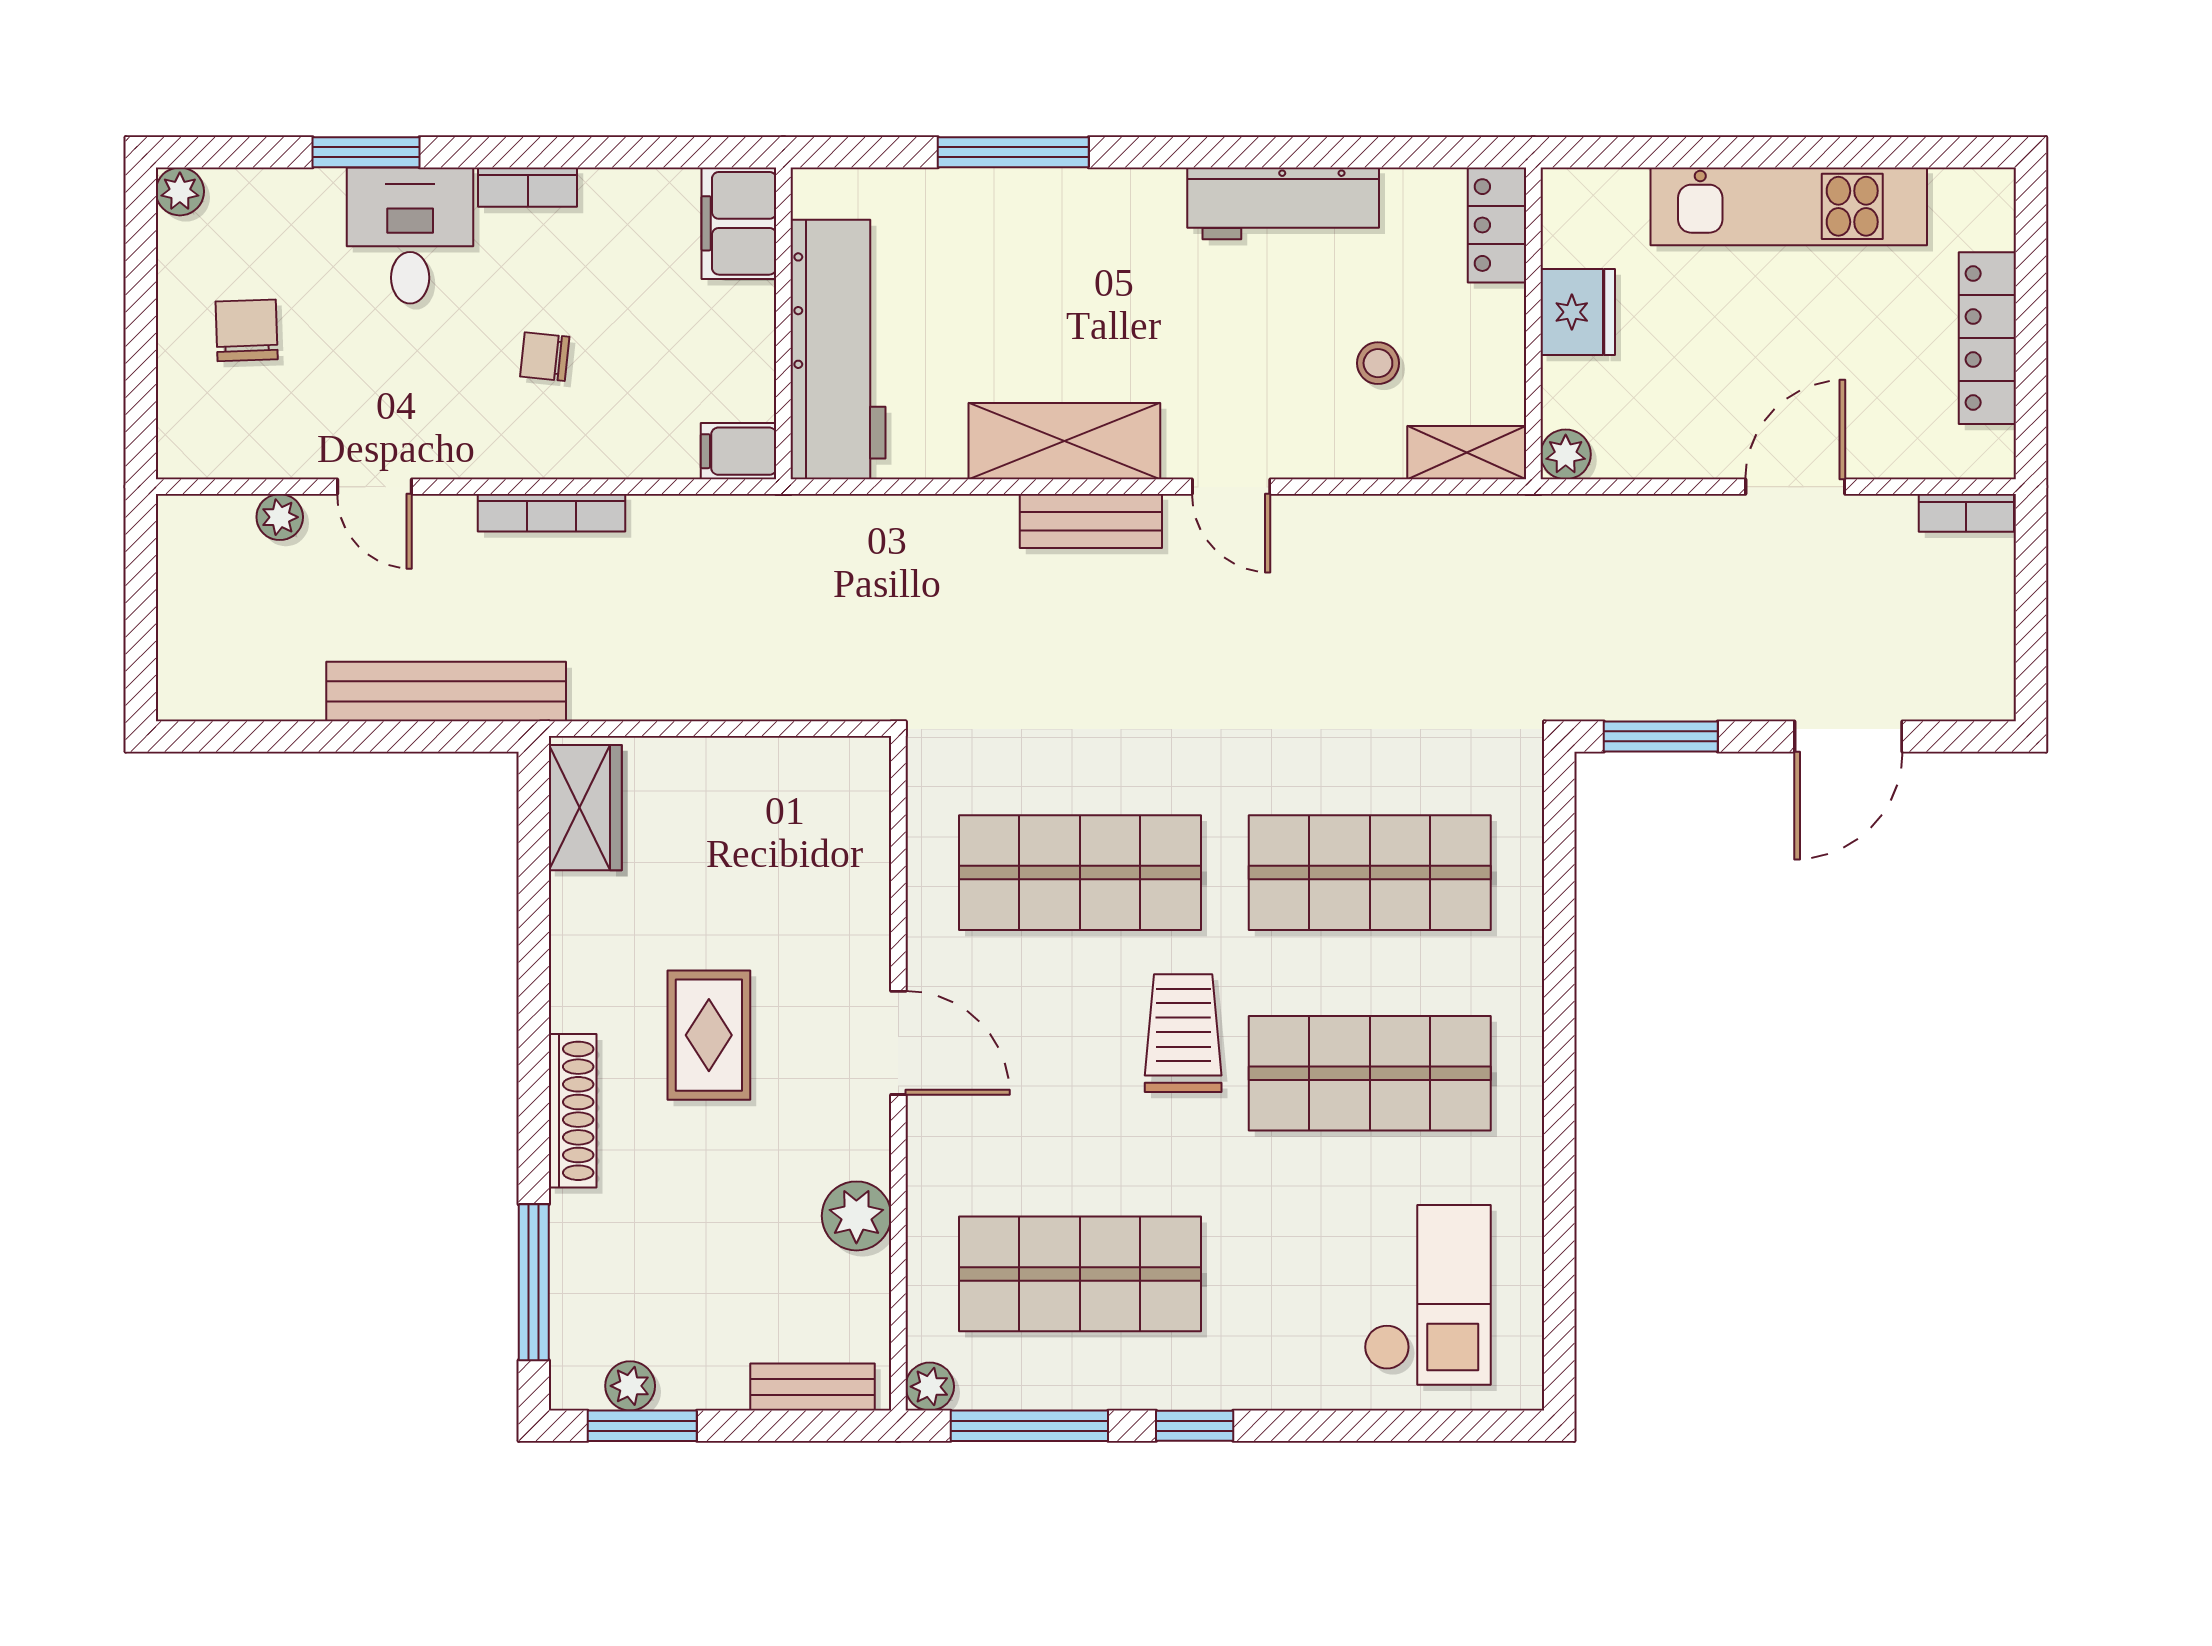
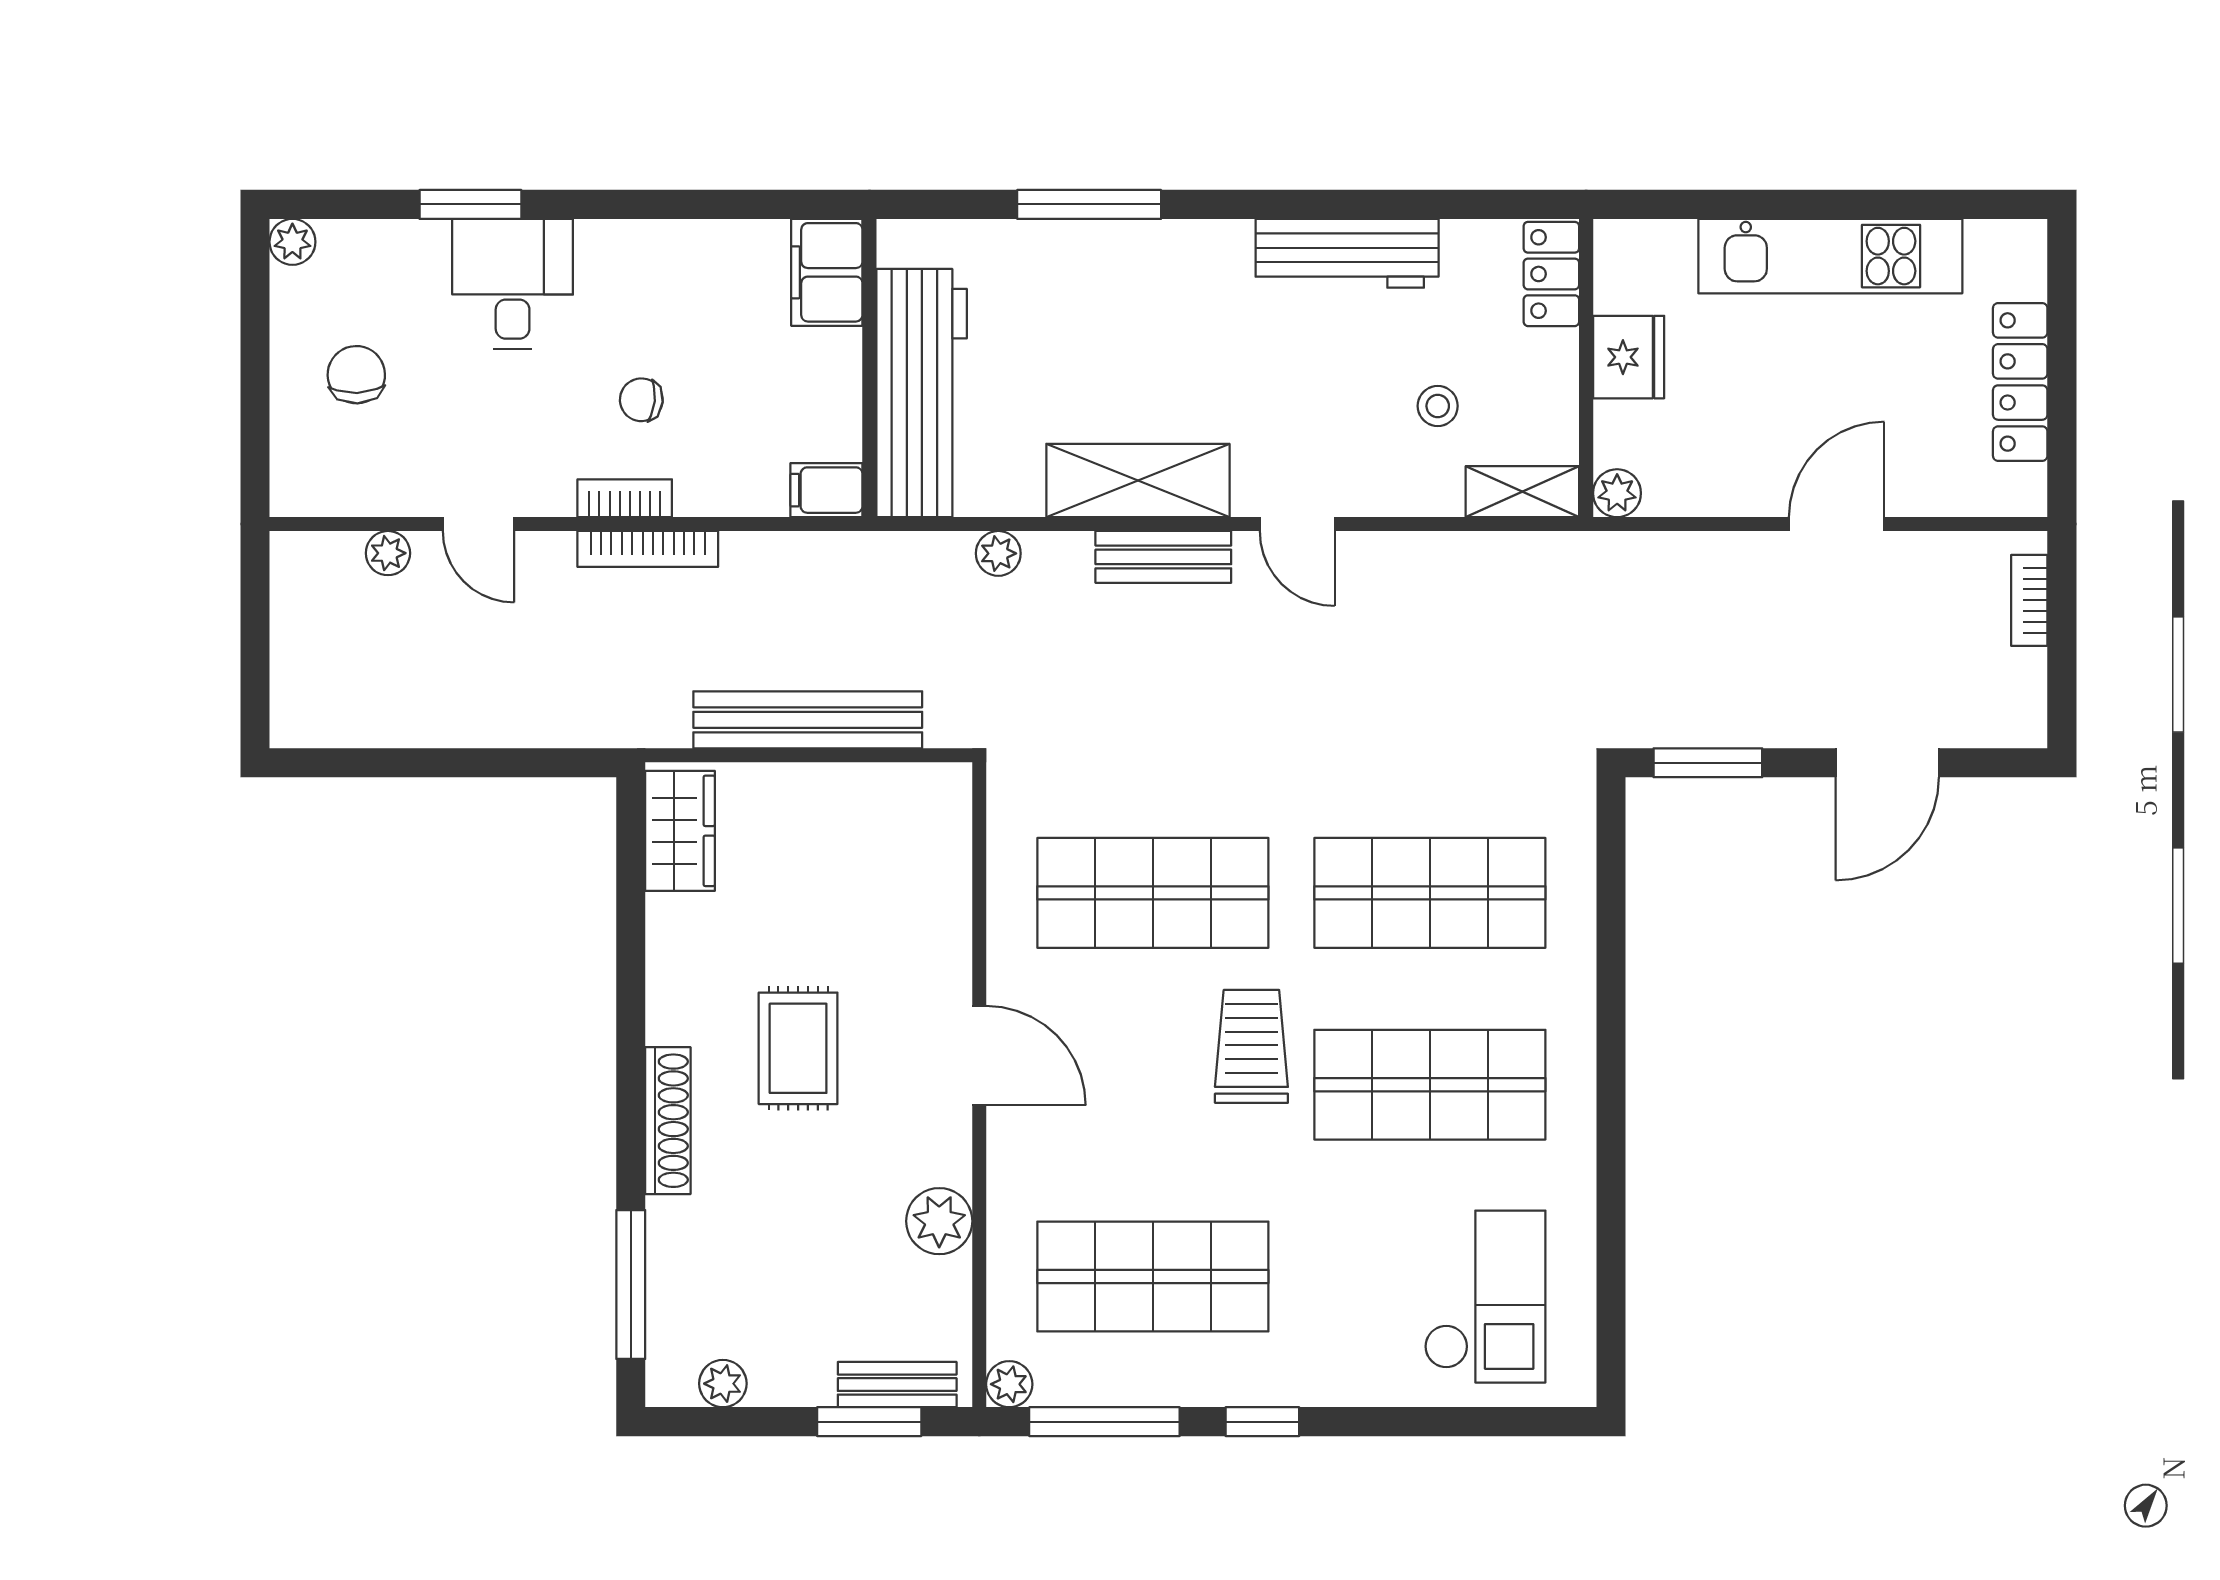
bookcase: (528, 187) -> (625, 498), moved, turned 180
bookcase: (1966, 513) -> (2029, 600), moved, turned 90
plant: (918, 517) -> (998, 553), added
bench: (446, 692) -> (808, 720), moved
window: (642, 1426) -> (869, 1422), moved

